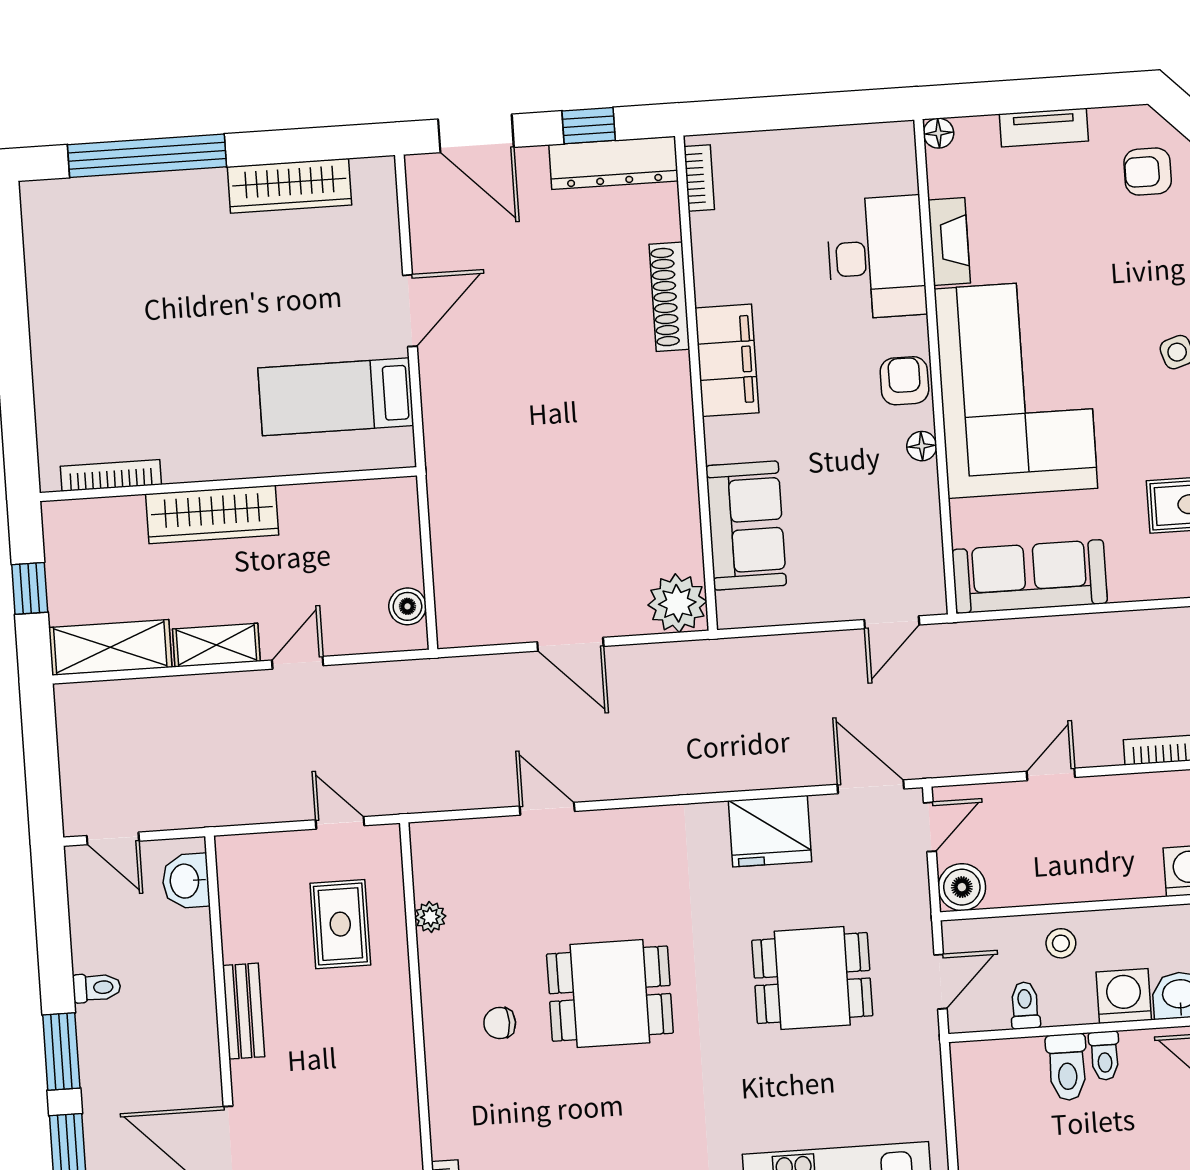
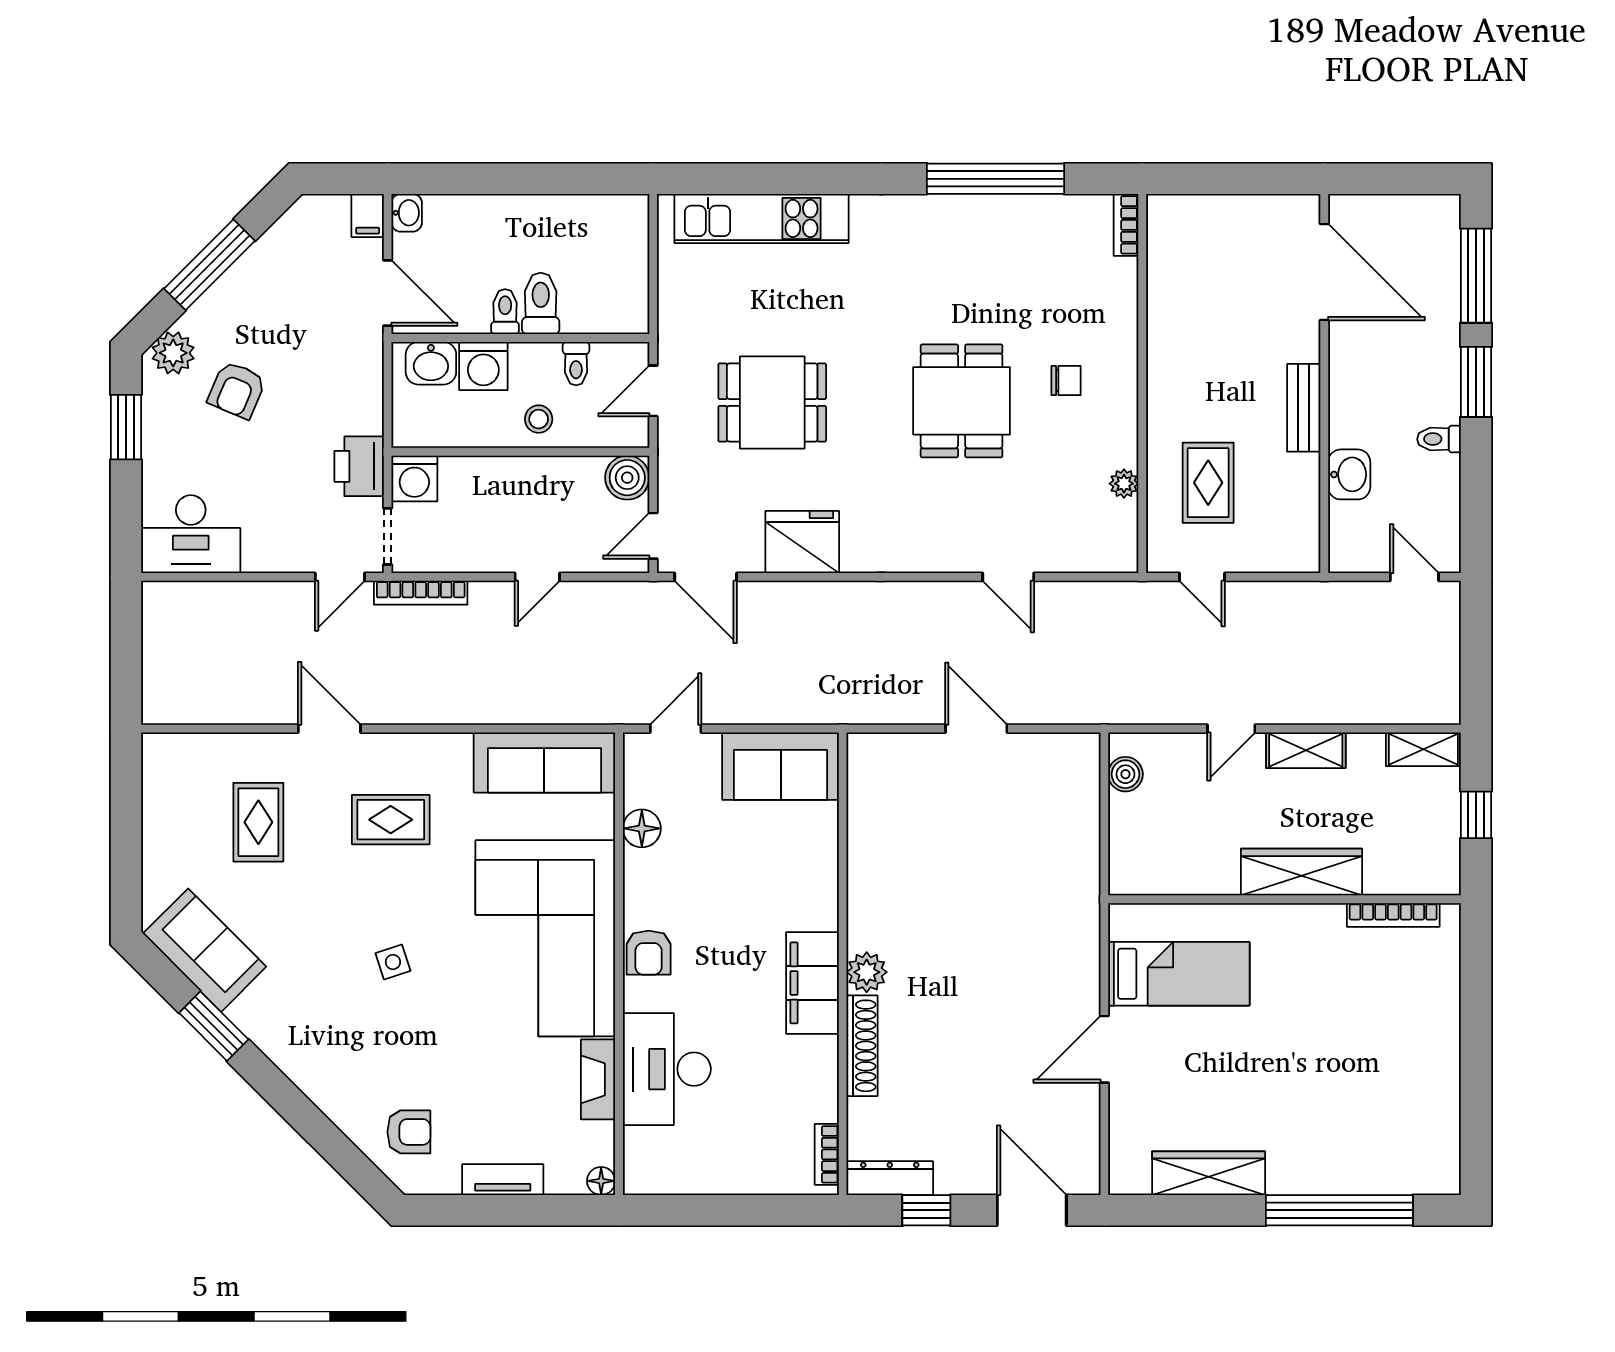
dresser: (613, 163) -> (890, 1178), width x0.73, depth x0.80
floor lamp: (922, 446) -> (642, 828), moved, width x1.37, depth x1.37
sofa: (746, 526) -> (781, 766), moved, turned -90
plant: (677, 603) -> (867, 972), moved, width x0.73, depth x0.73
shelving: (110, 647) -> (1423, 749), width x0.67, depth x0.75
washbasin: (186, 881) -> (1349, 474), moved
dining table: (610, 994) -> (962, 401), turned 90

